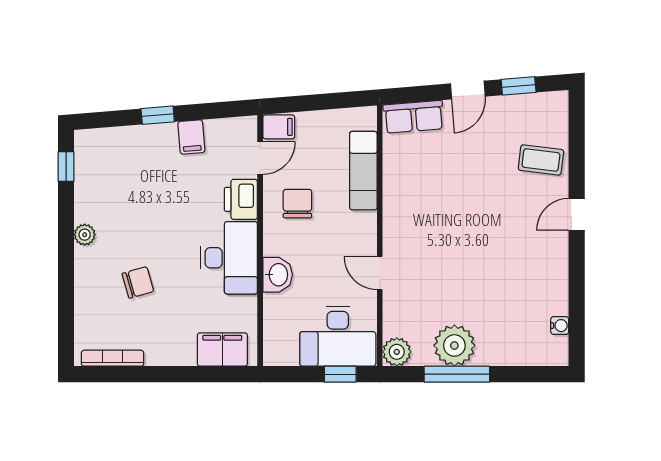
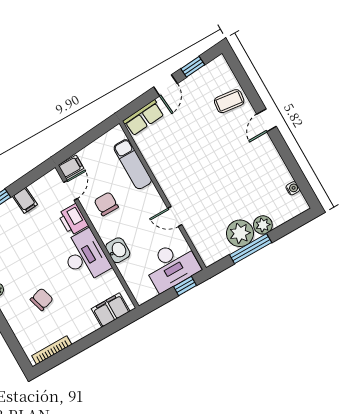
plant: (397, 352) -> (263, 225), moved

